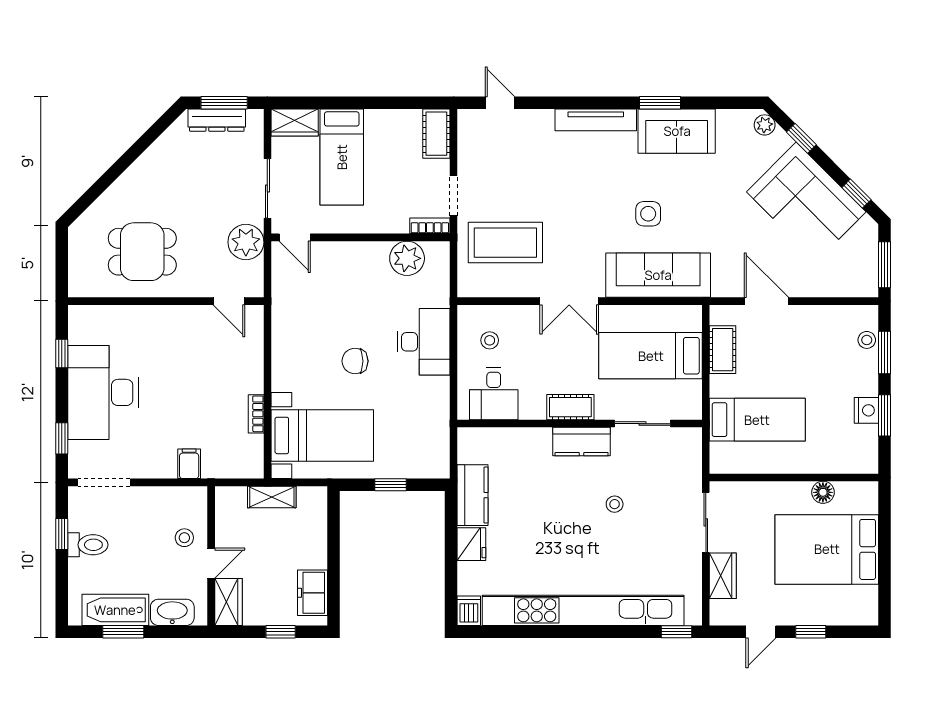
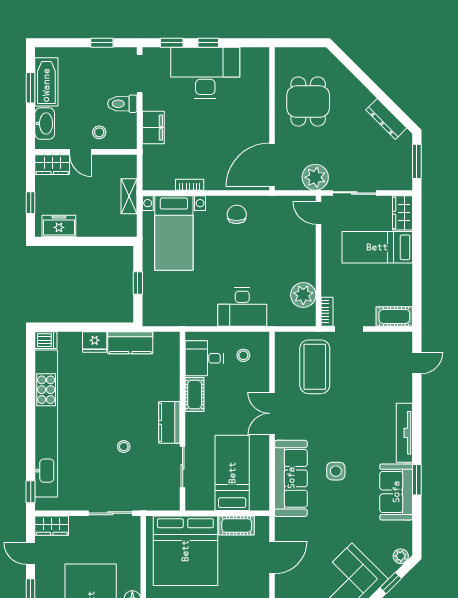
dresser: (217, 120) -> (386, 119), moved, turned -45
door: (295, 237) -> (319, 213), hinge flipped
door: (229, 301) -> (272, 165), width x1.87
window: (62, 354) -> (208, 43), moved
chair: (355, 361) -> (237, 214), moved
cot: (570, 407) -> (195, 395), moved
bed: (757, 420) -> (185, 551), width x2.04
filing cabinet: (189, 464) -> (153, 128), width x2.00
toilet: (88, 545) -> (122, 104), moved, turned 90
wardrobe: (723, 576) -> (52, 526), moved

